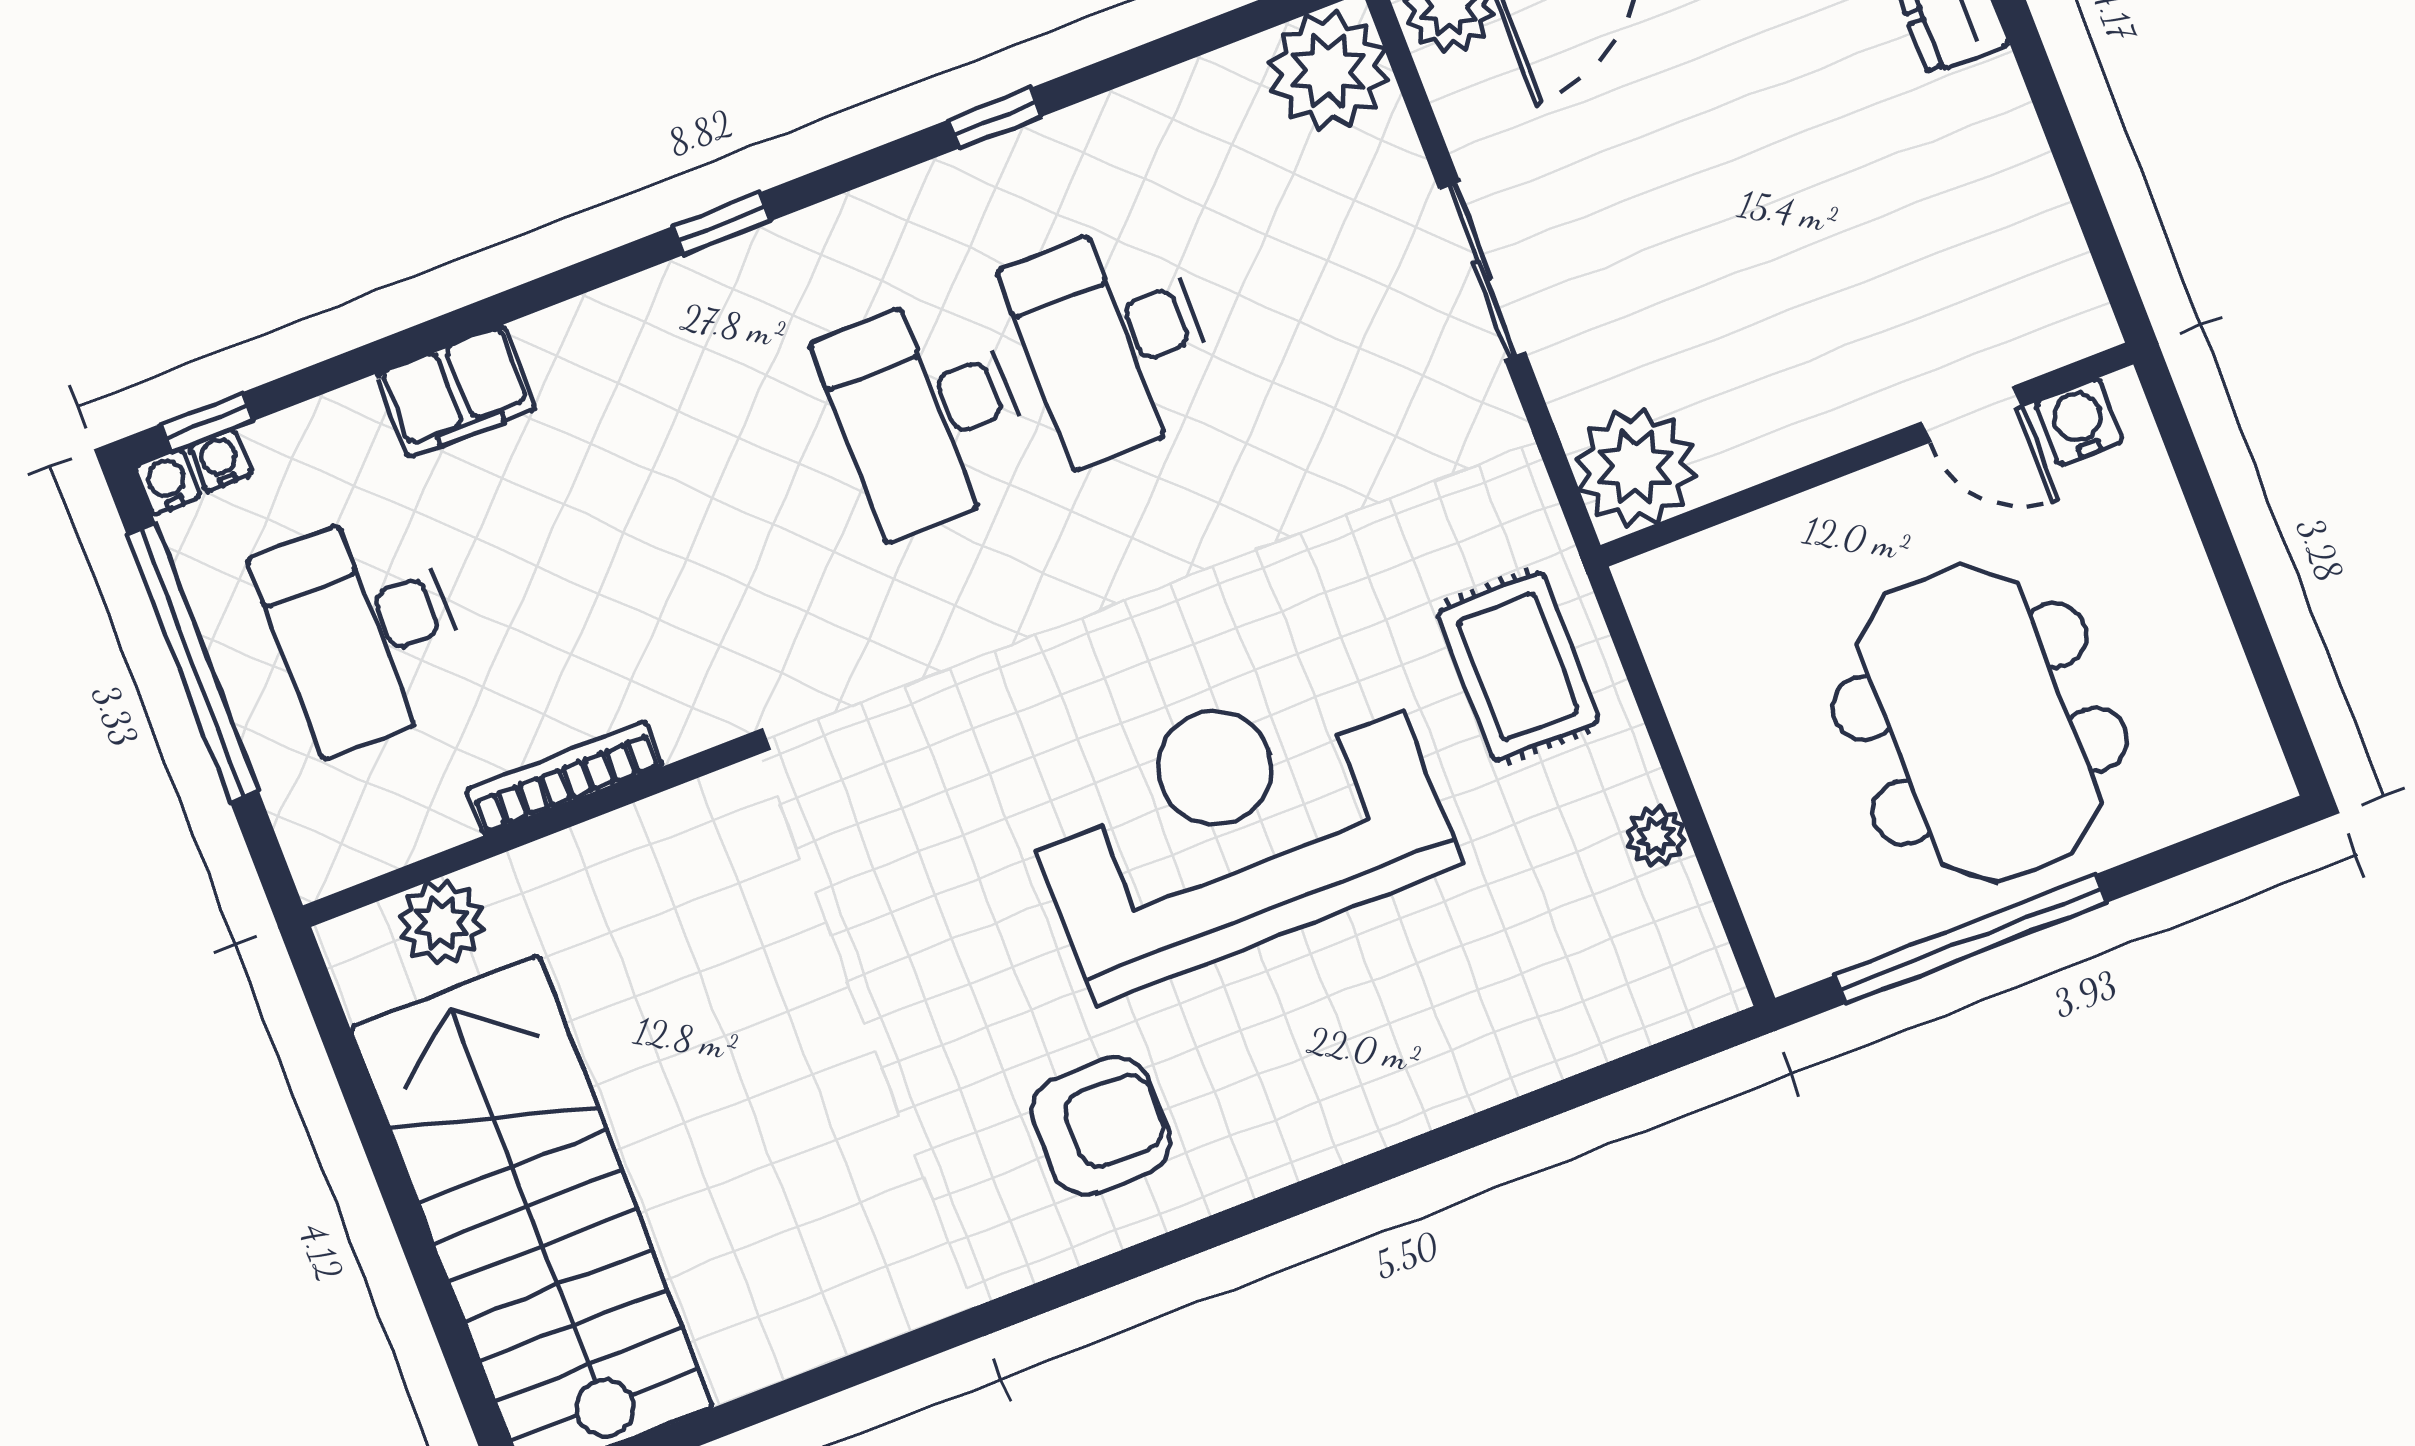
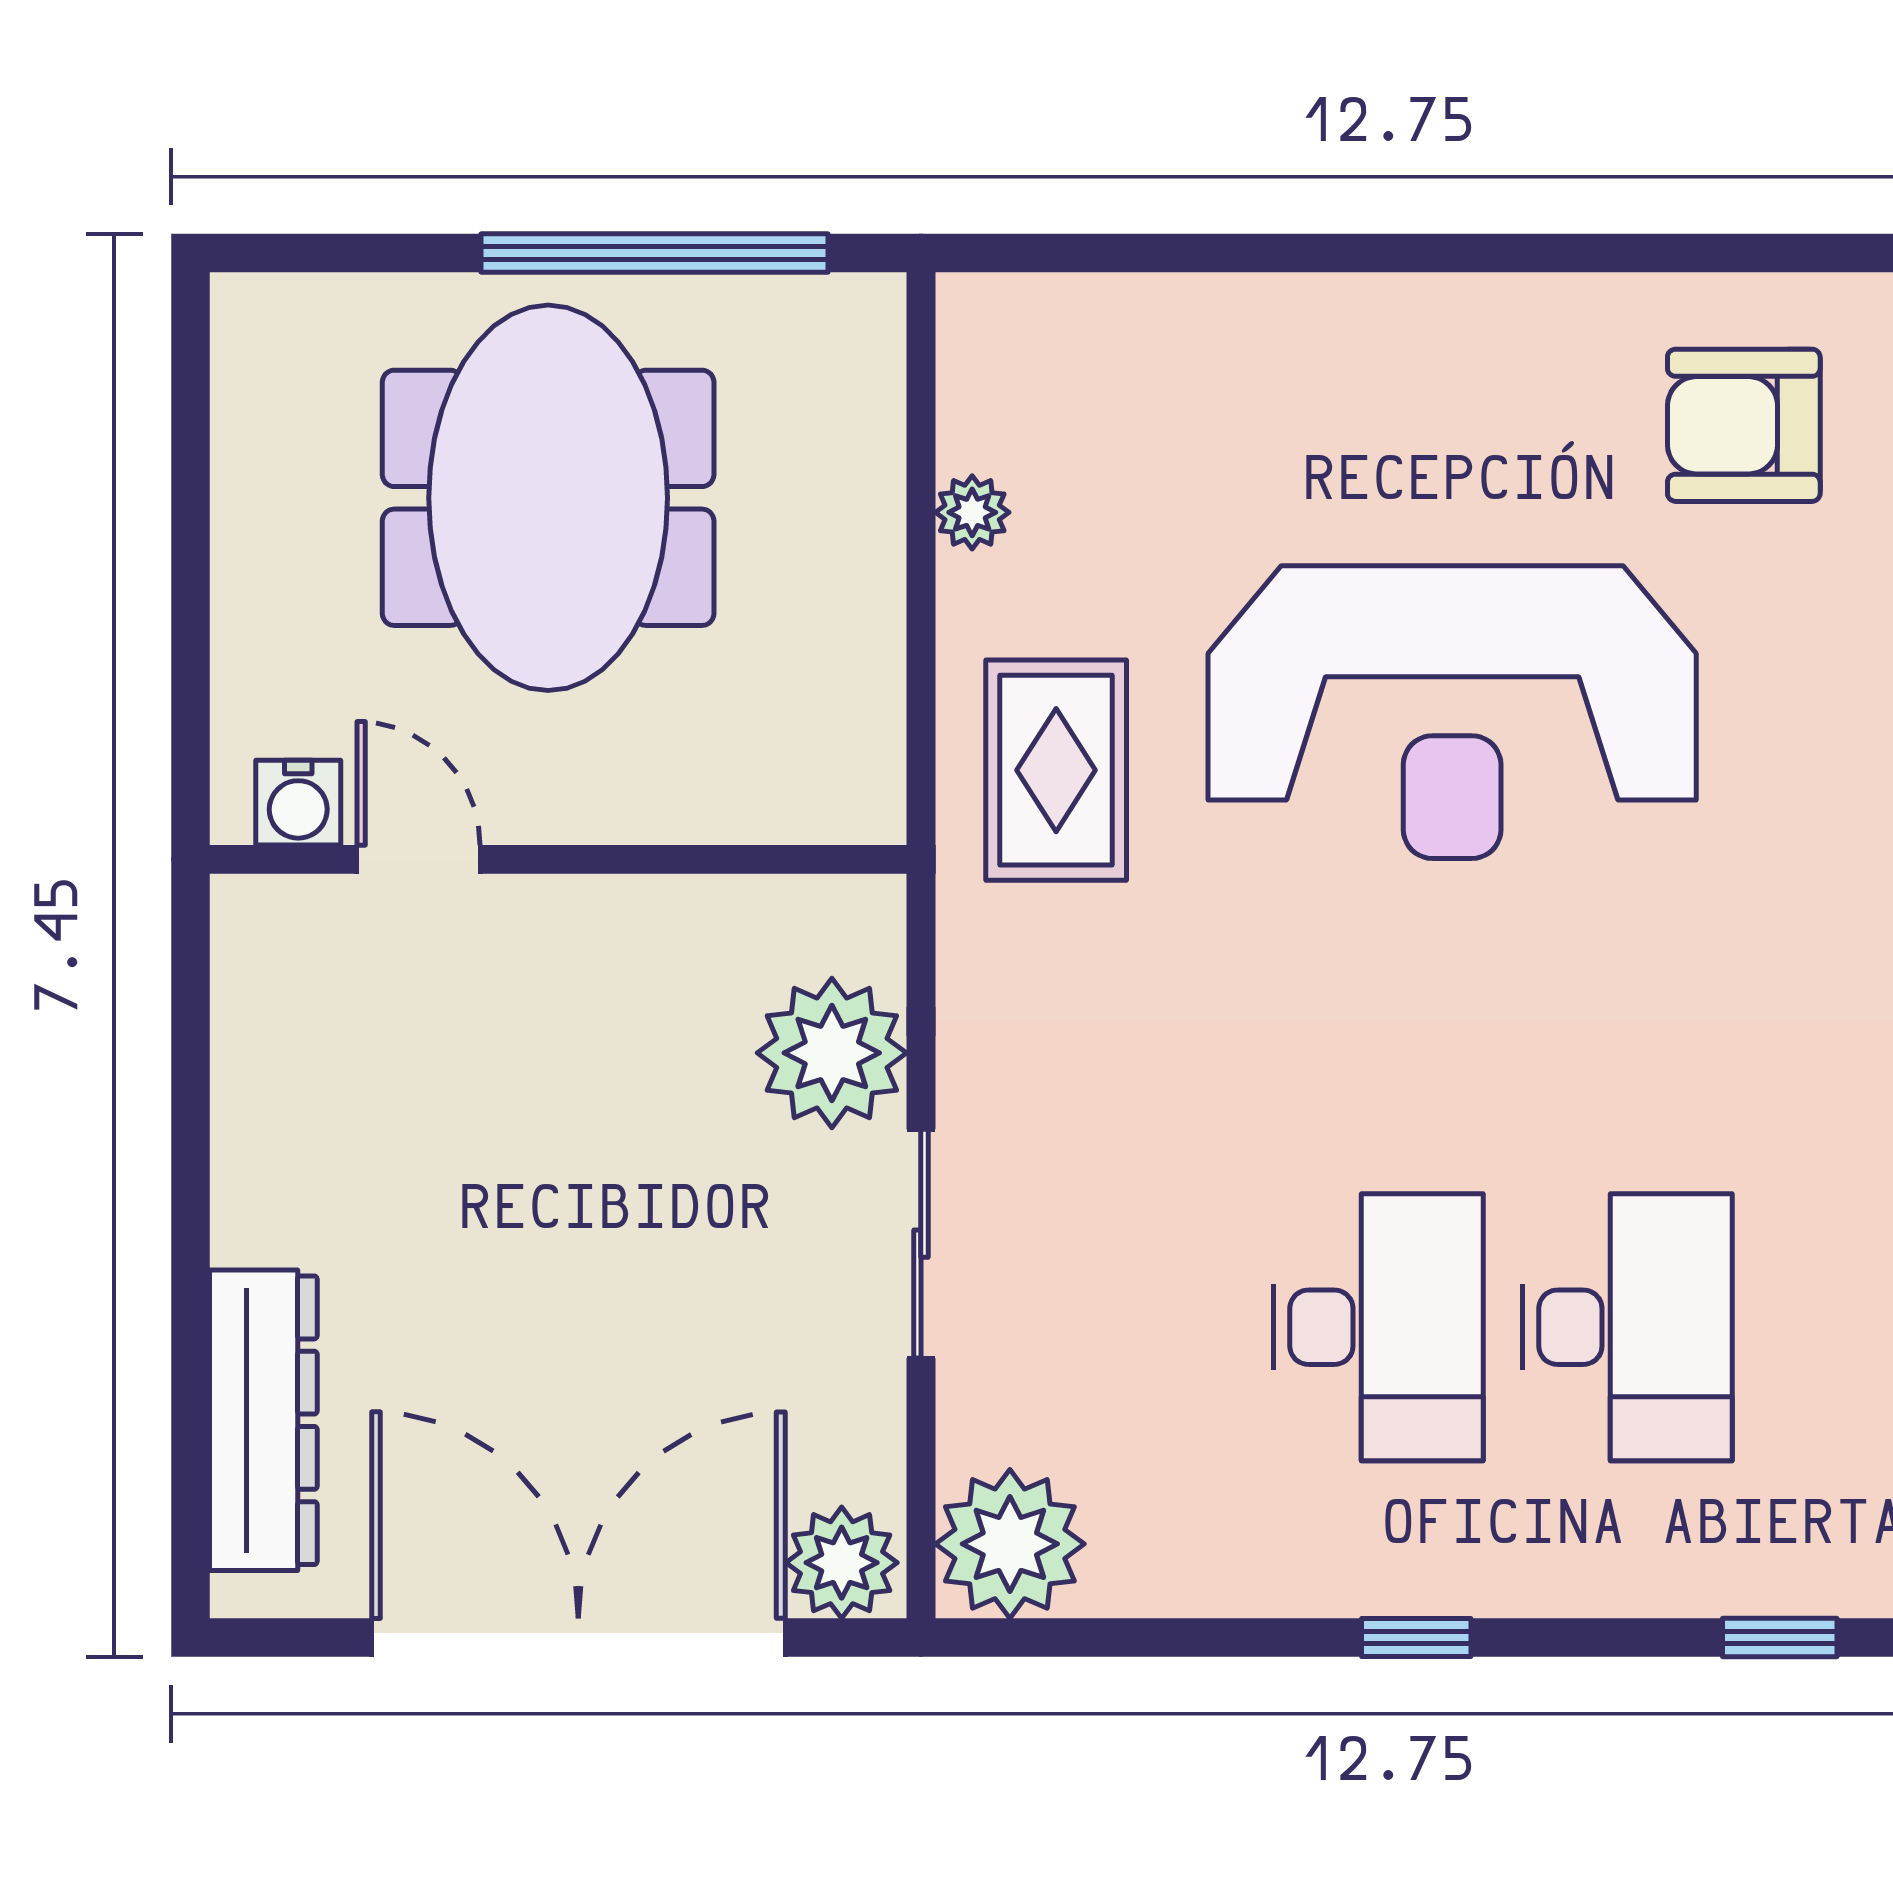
plant: (1635, 467) -> (832, 1053), moved

